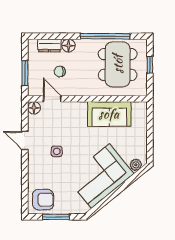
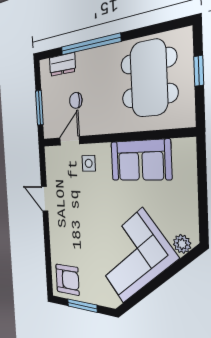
window: (105, 36) -> (90, 44), moved
floor lamp: (68, 46) -> (84, 60), removed
door: (52, 99) -> (70, 141), hinge flipped
floor lamp: (34, 108) -> (51, 155), removed
side table: (57, 151) -> (89, 163), moved

